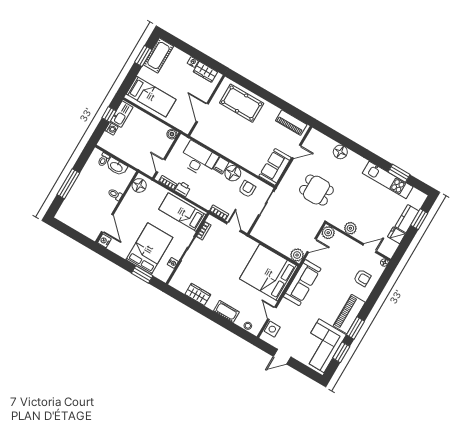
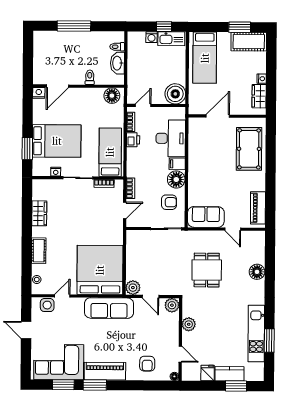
boiler: (172, 134) -> (175, 94), width x1.86, depth x1.86

